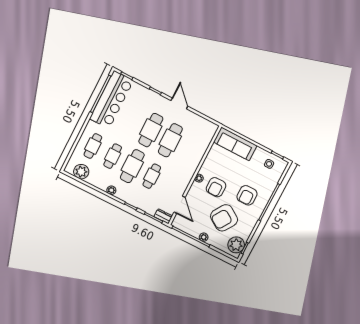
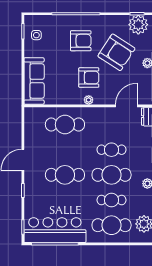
cafe table: (170, 140) -> (65, 125), moved
cafe table: (93, 146) -> (112, 225), width x1.37, depth x1.35

